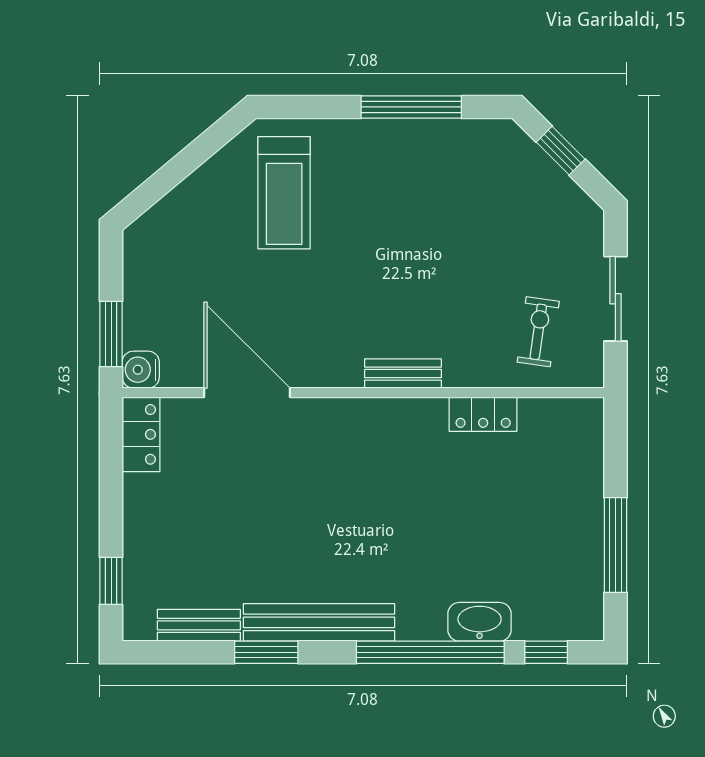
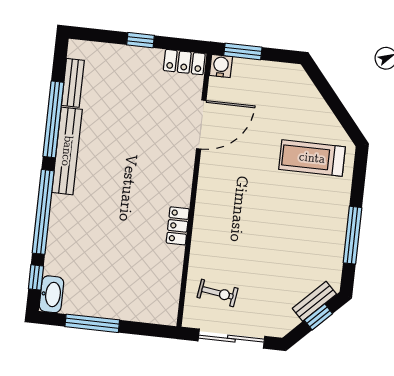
sliding door: (615, 299) -> (231, 339), width x1.37
bench: (403, 374) -> (314, 301), moved, turned 45
locker: (483, 414) -> (178, 226), moved
window: (111, 581) -> (141, 40), moved
washbasin: (480, 622) -> (51, 294), moved
window: (266, 652) -> (53, 119), width x2.11

